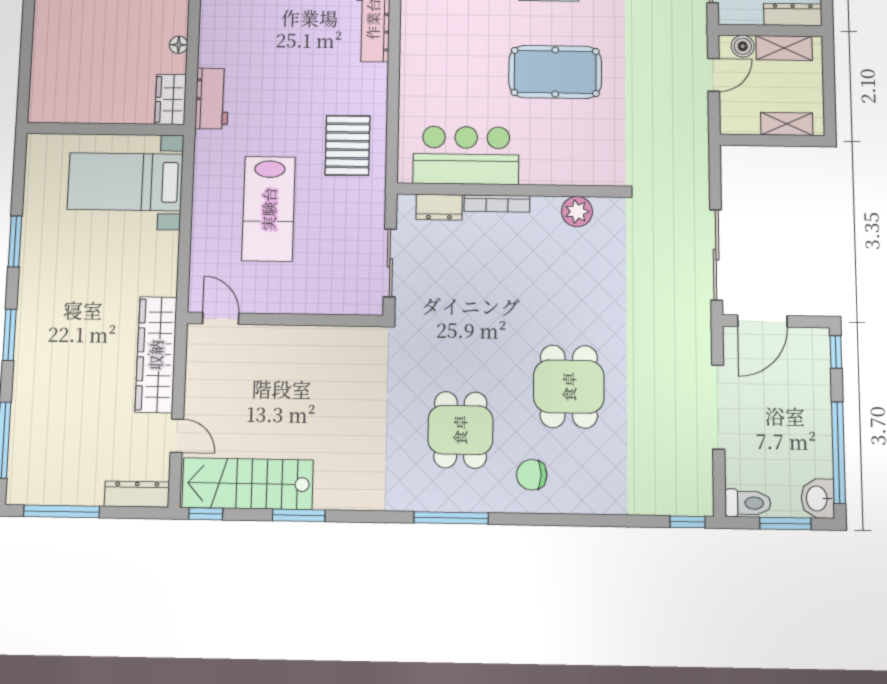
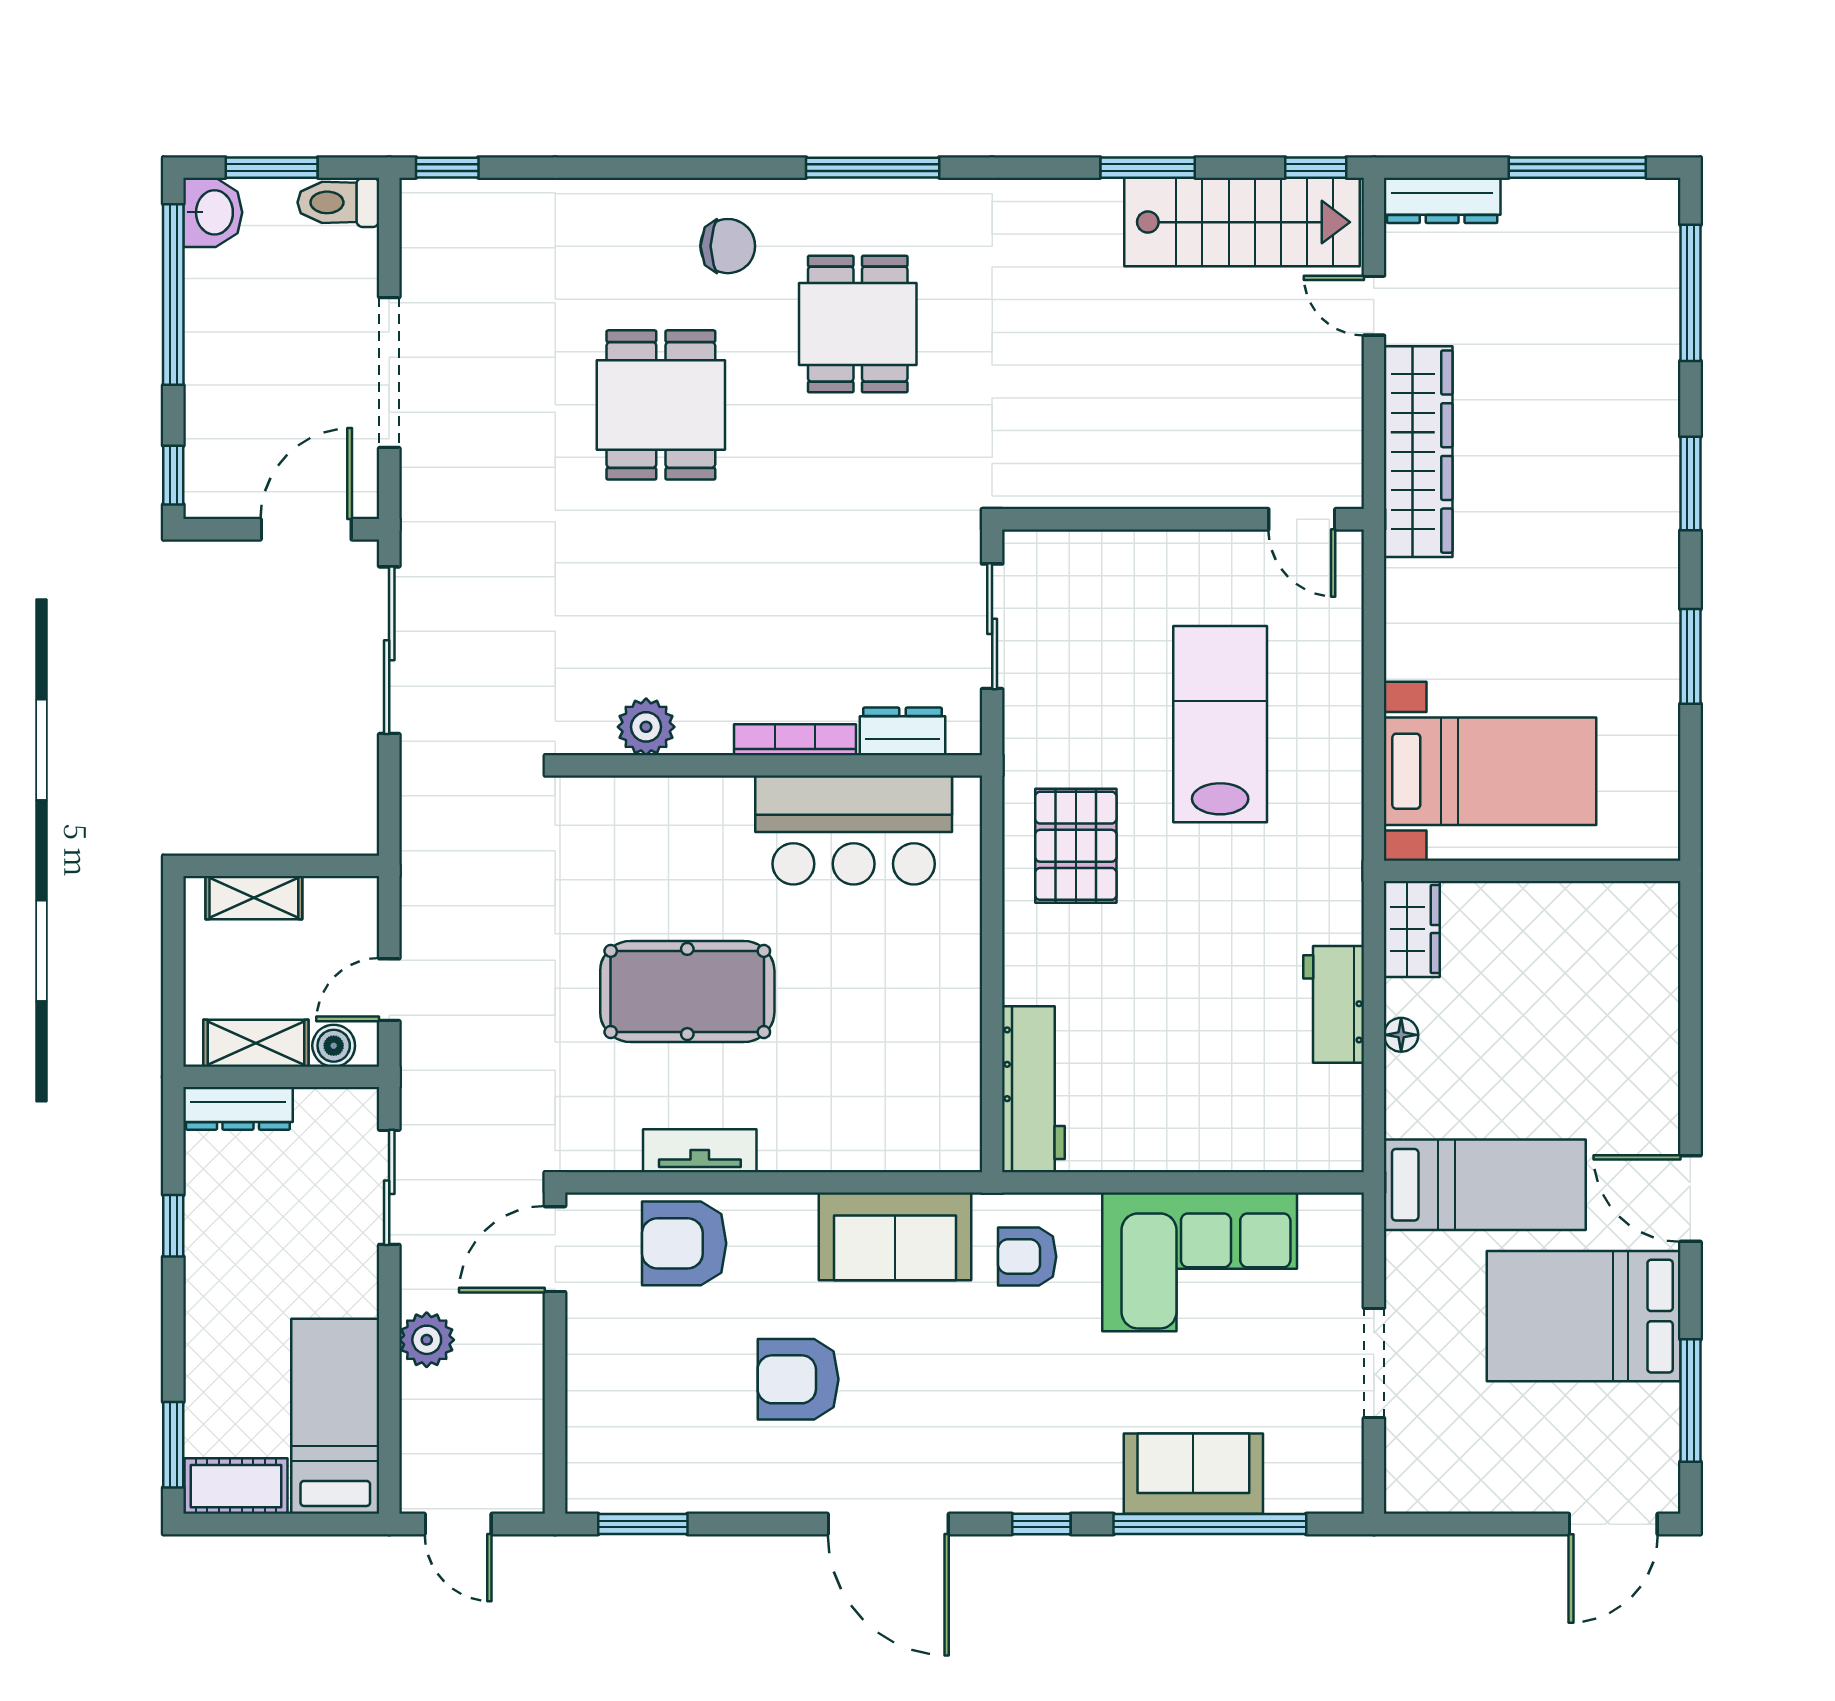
workbench: (212, 99) -> (1334, 1004), moved

